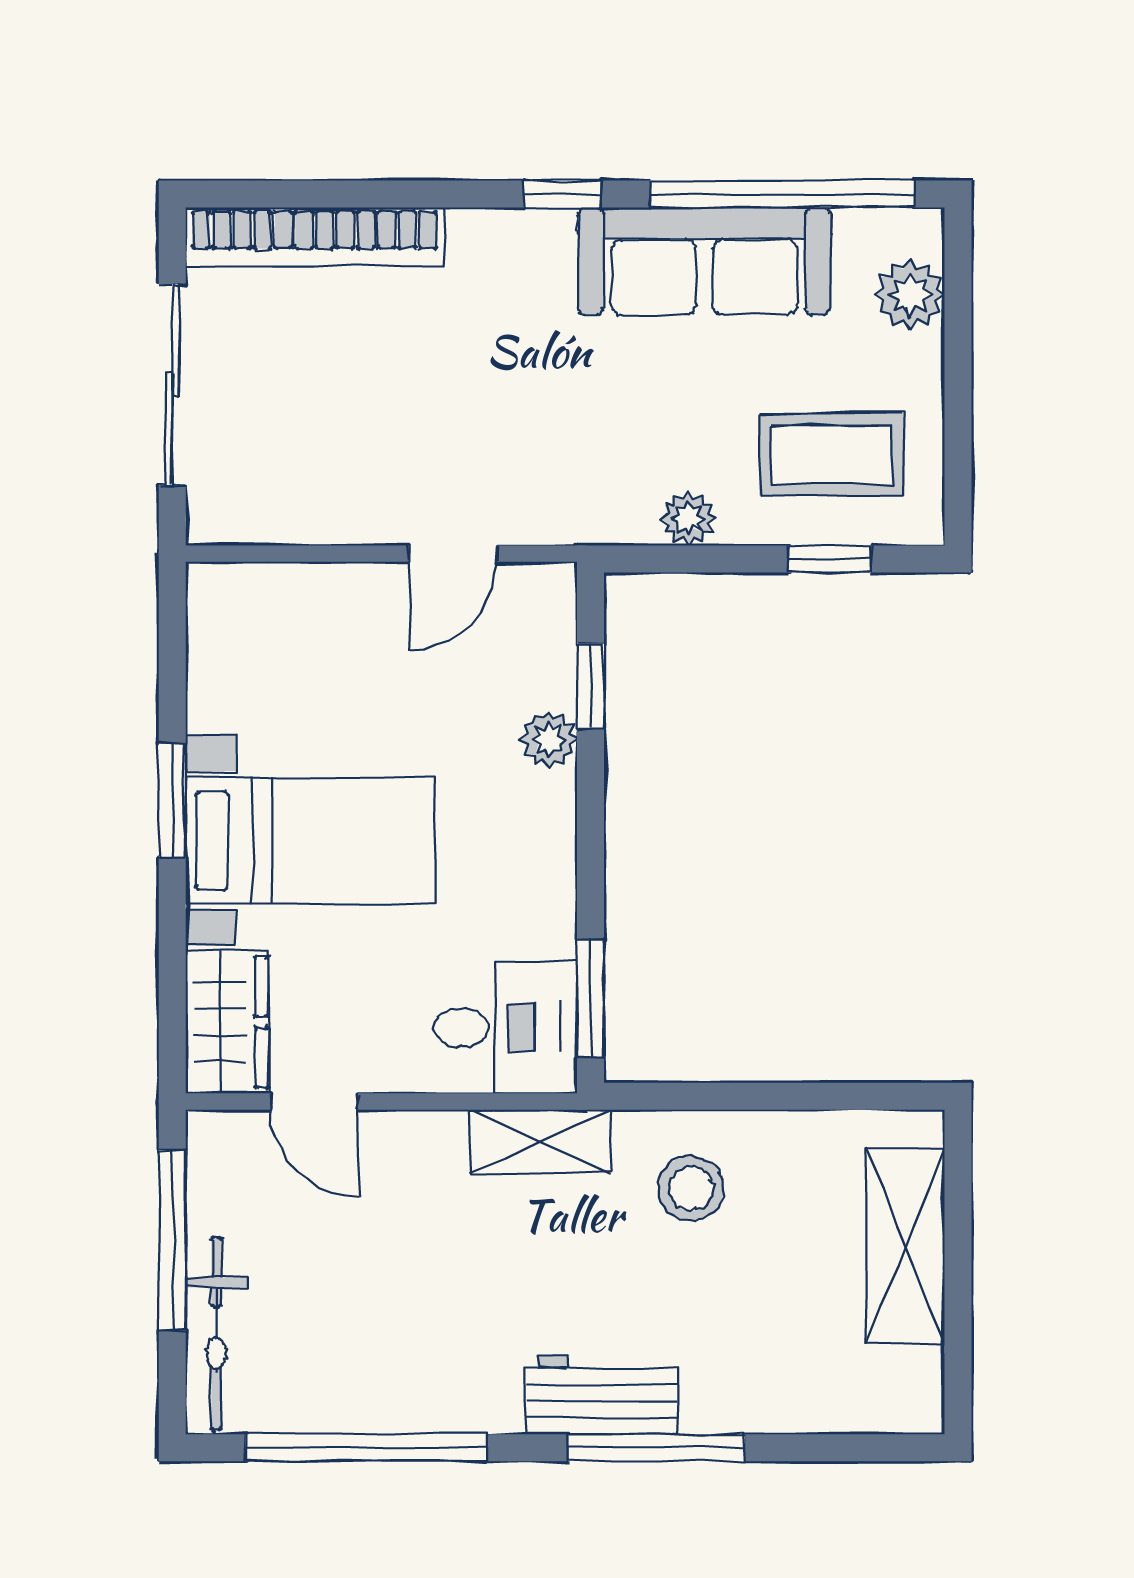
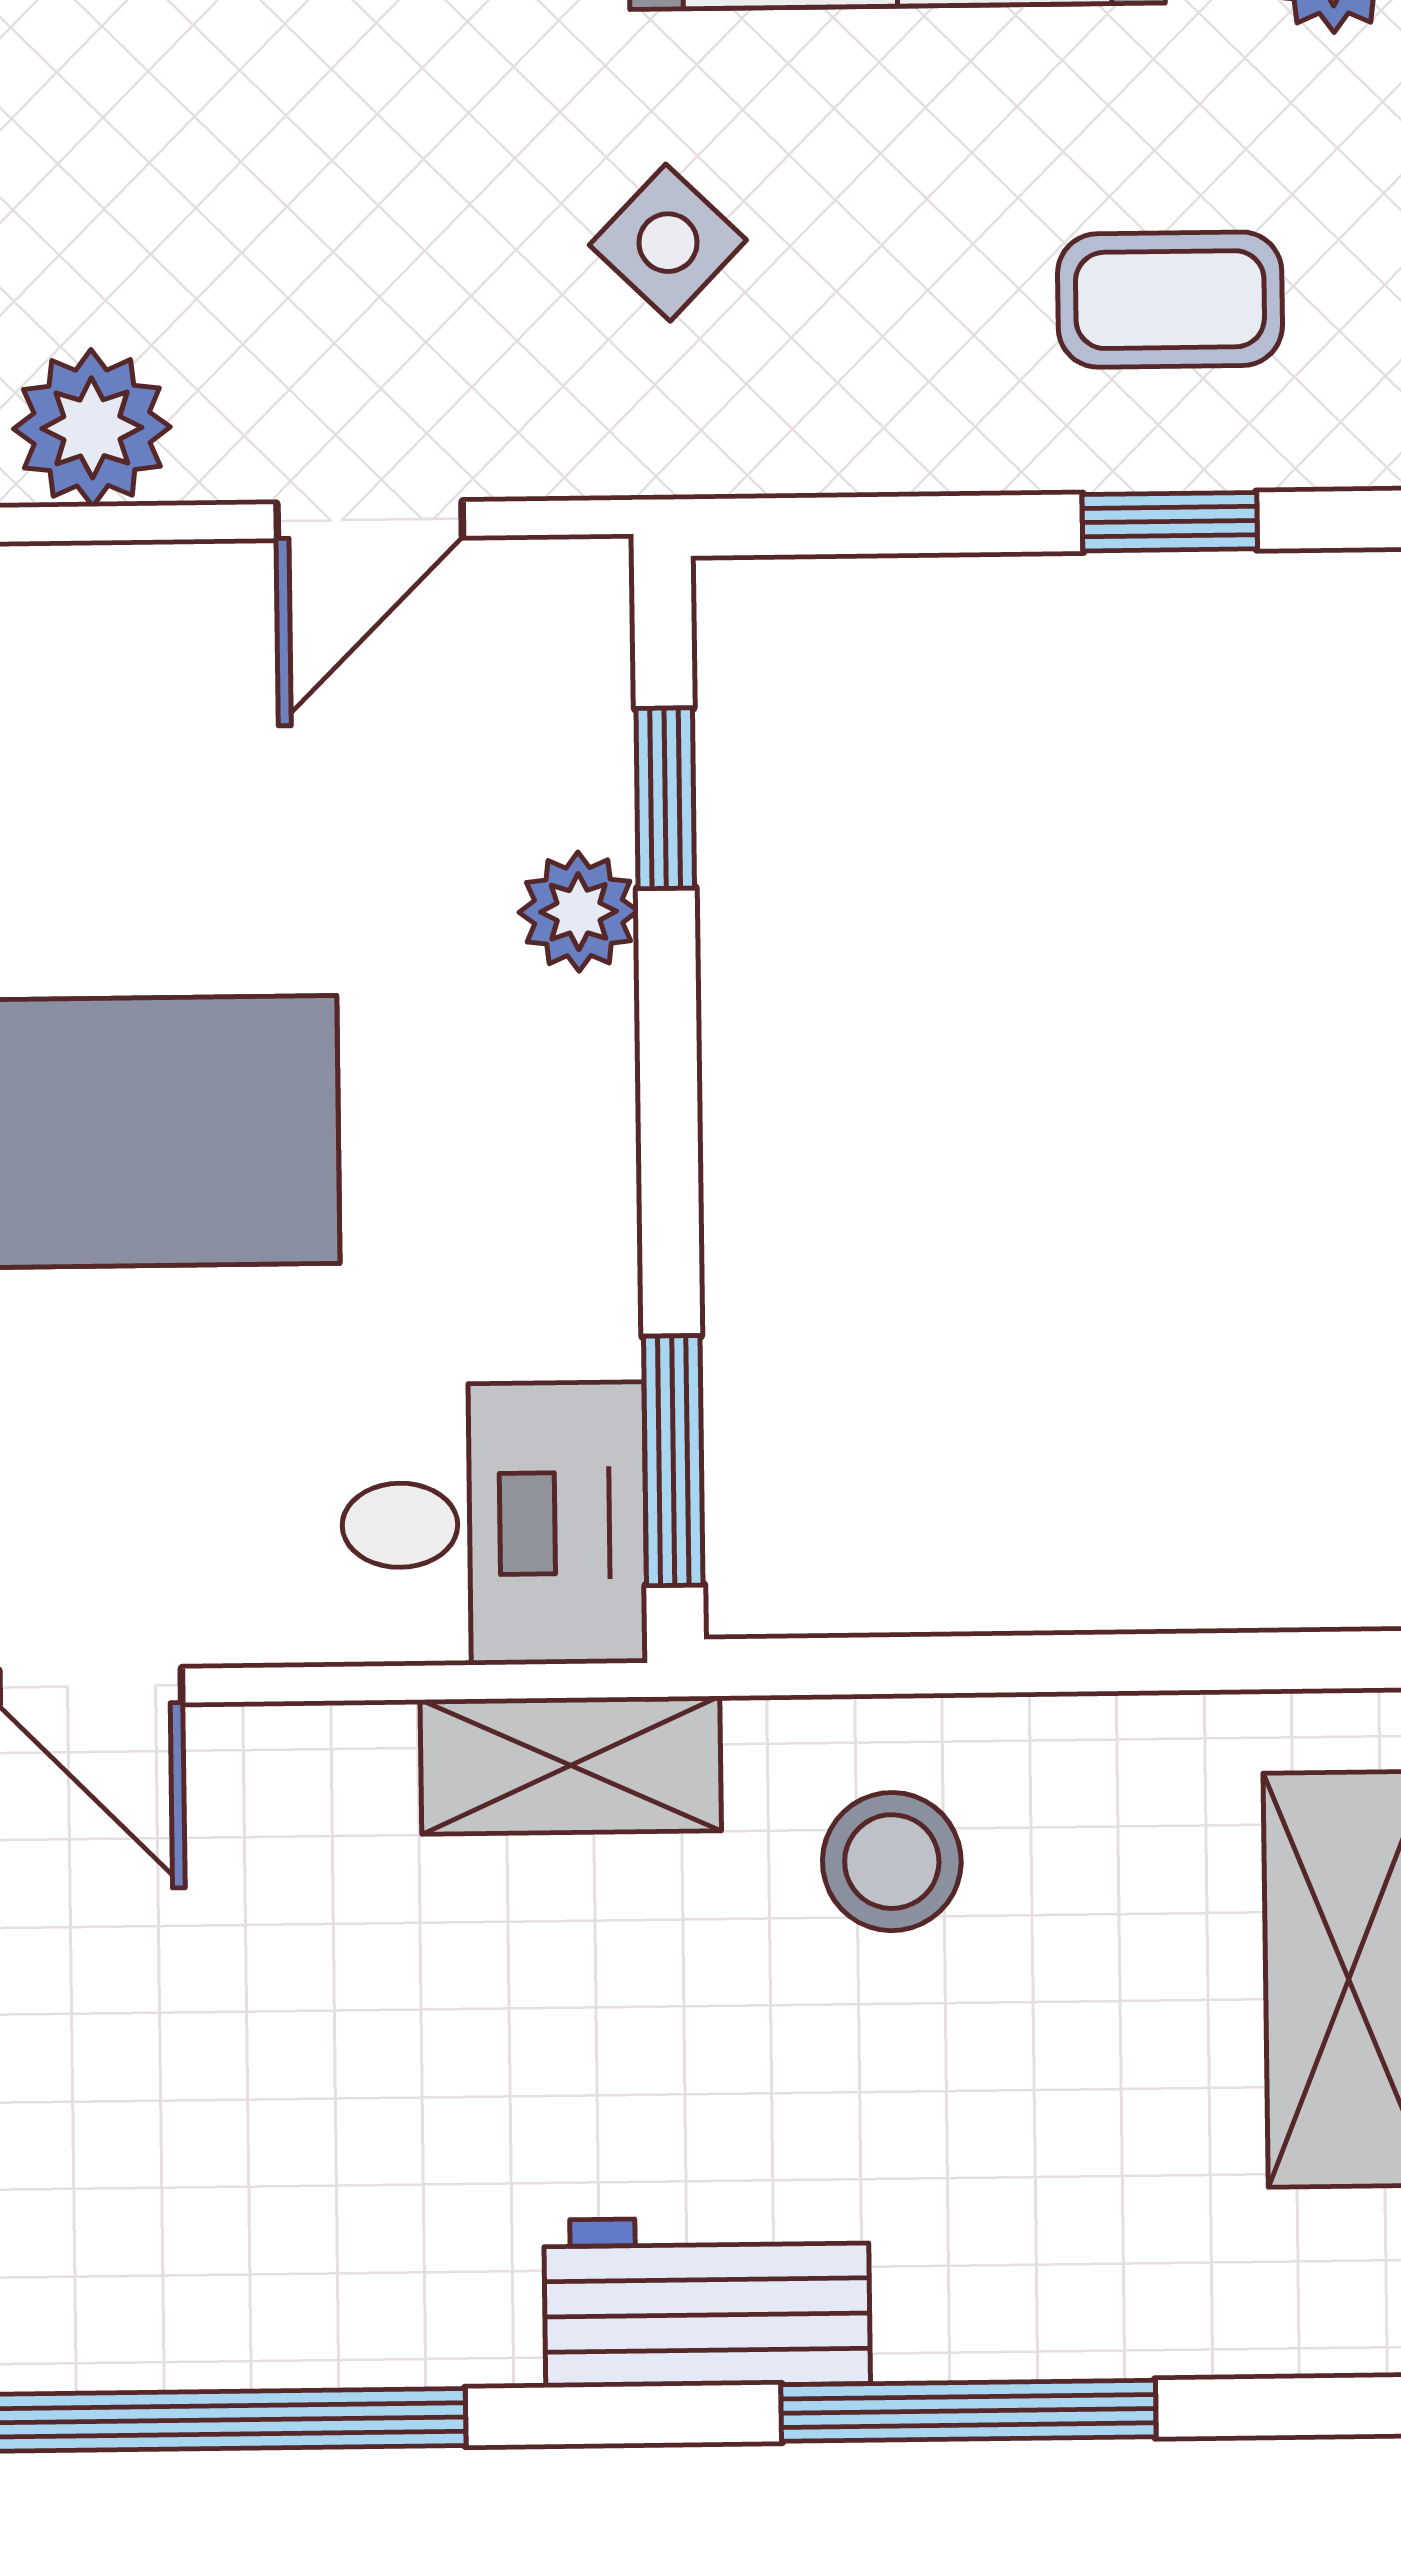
side table: (595, 425) -> (668, 243), added
coffee table: (831, 454) -> (1170, 300), width x0.73, depth x0.77
plant: (688, 519) -> (92, 428), moved, width x1.38, depth x1.38
window: (656, 1448) -> (968, 2411), moved

